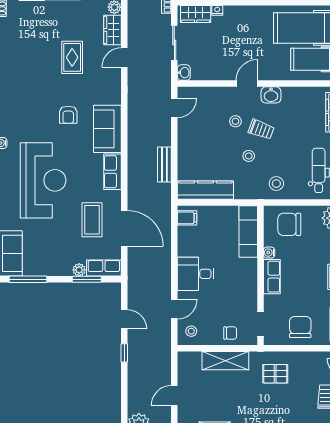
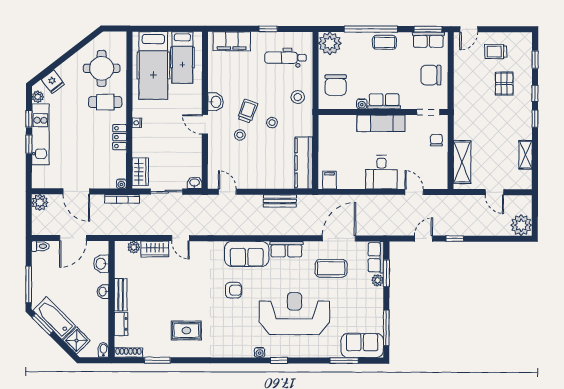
nightstand: (217, 10) -> (137, 123), moved
rug: (72, 57) -> (186, 331), moved
exam couch: (248, 232) -> (381, 123), moved
stool: (191, 331) -> (435, 176), removed
shelving: (225, 361) -> (462, 162), moved
pallet: (275, 374) -> (504, 84), moved

